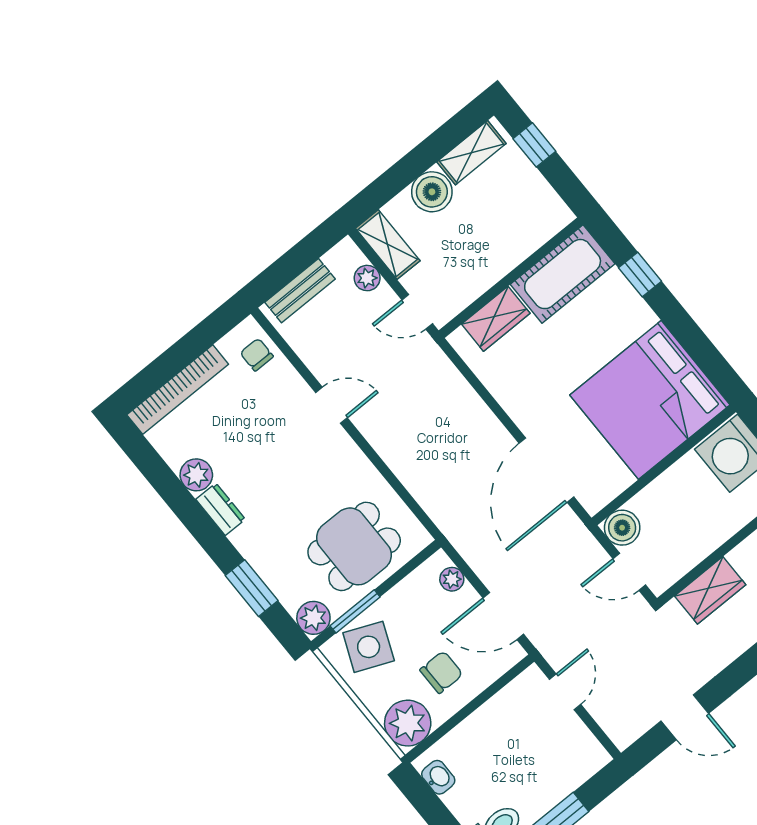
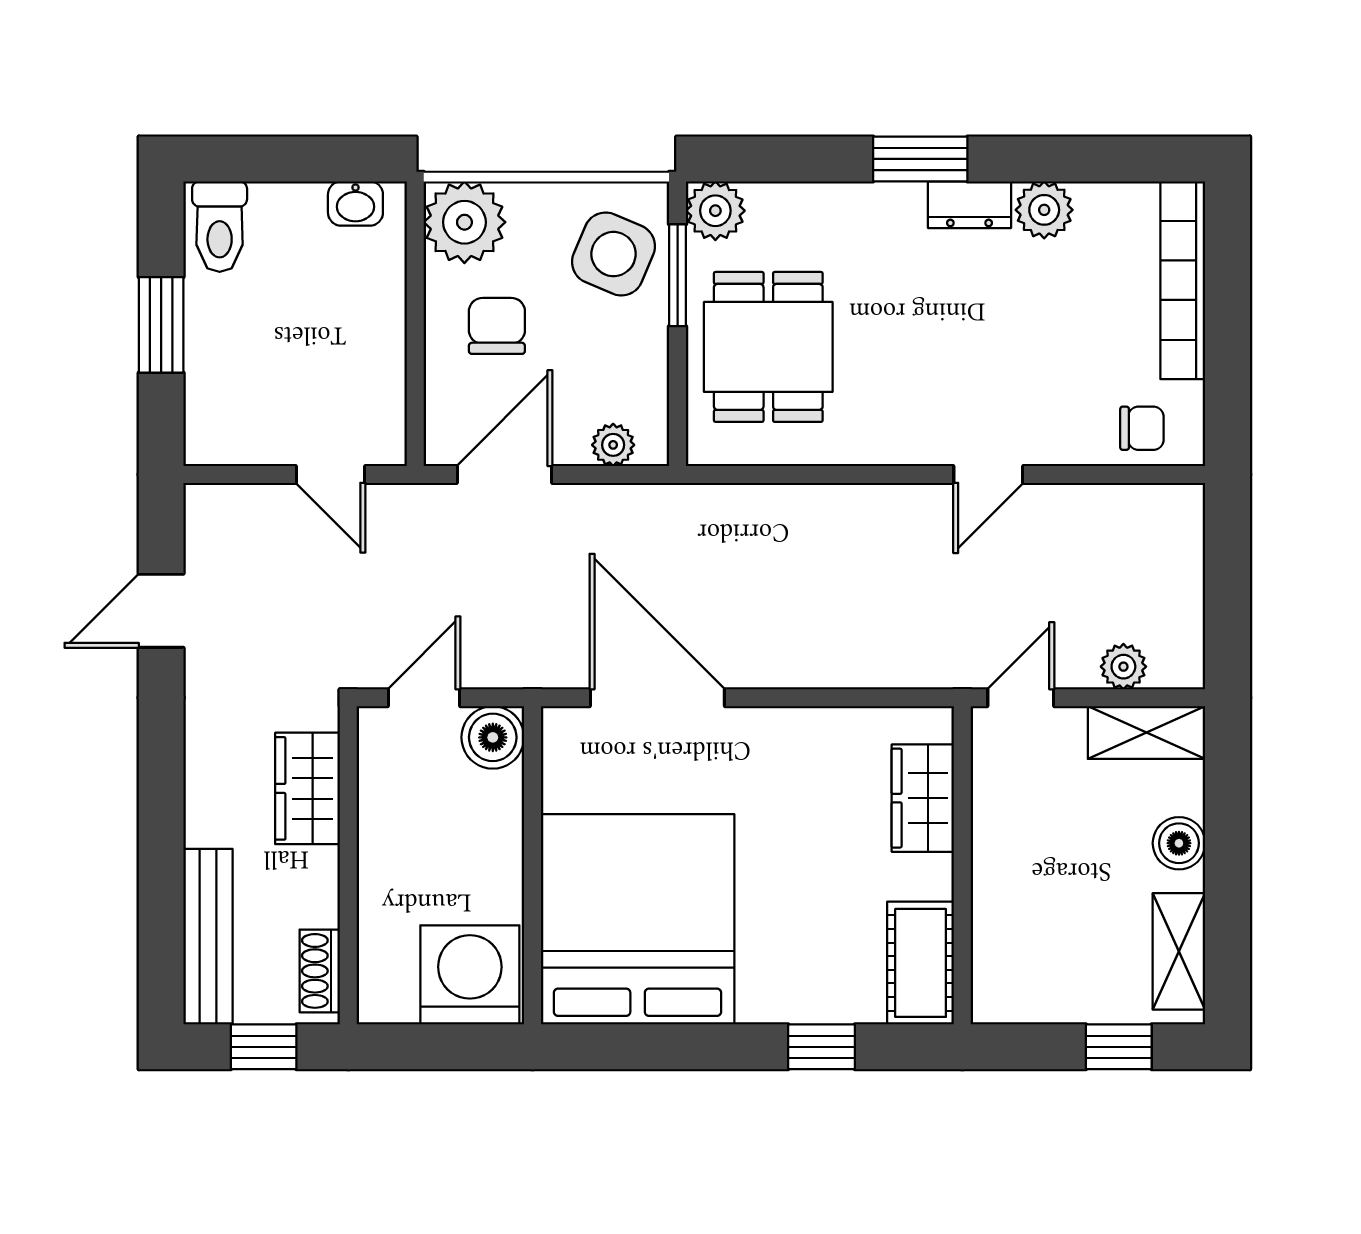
boiler: (432, 192) -> (1179, 843), width x0.73, depth x0.73
cot: (563, 274) -> (921, 963), width x0.73, depth x0.75
bench: (300, 291) -> (1182, 560), removed
window: (252, 588) -> (920, 159), moved
chair: (441, 672) -> (497, 326), turned 180

